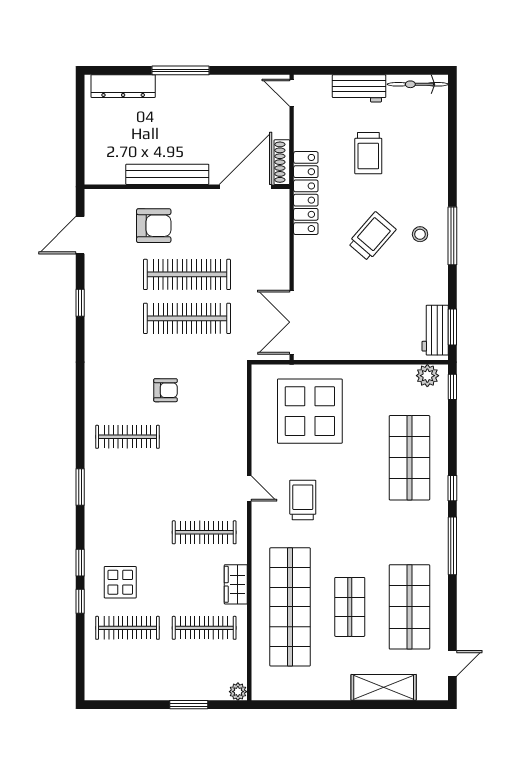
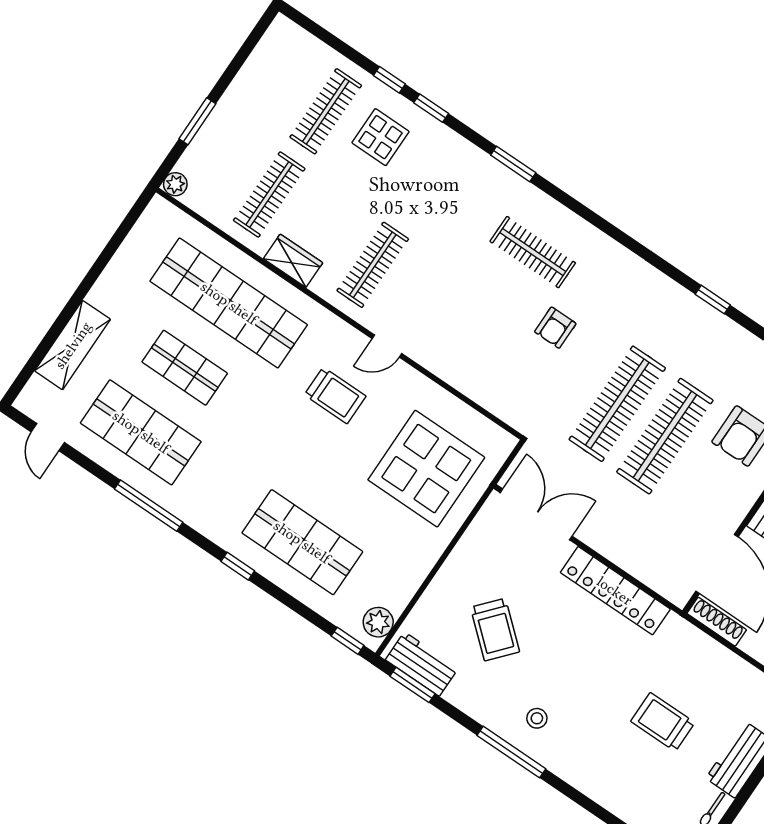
locker: (306, 193) -> (615, 591), moved
trolley: (372, 236) -> (495, 630), moved
clothes rail: (127, 437) -> (533, 252), turned 90
window: (452, 546) -> (149, 506), moved

